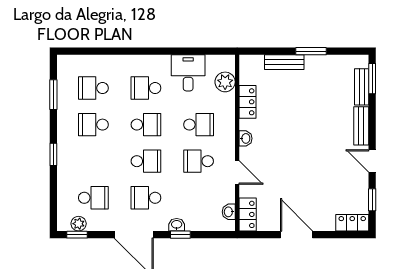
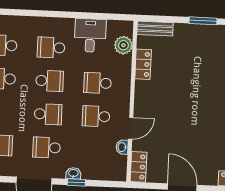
bench: (284, 62) -> (155, 29), moved
school desk: (199, 125) -> (98, 83), turned 180
washbasin: (245, 138) -> (140, 98), removed
door: (237, 172) -> (131, 128), hinge flipped
washbasin: (229, 212) -> (122, 147), moved

